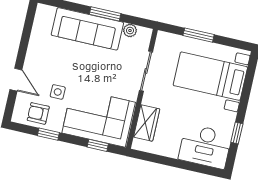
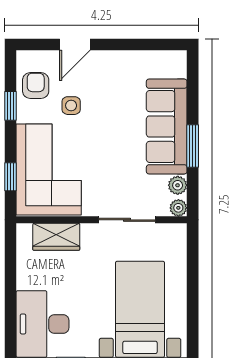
plant: (146, 34) -> (178, 208), added
window: (199, 35) -> (193, 280), removed

